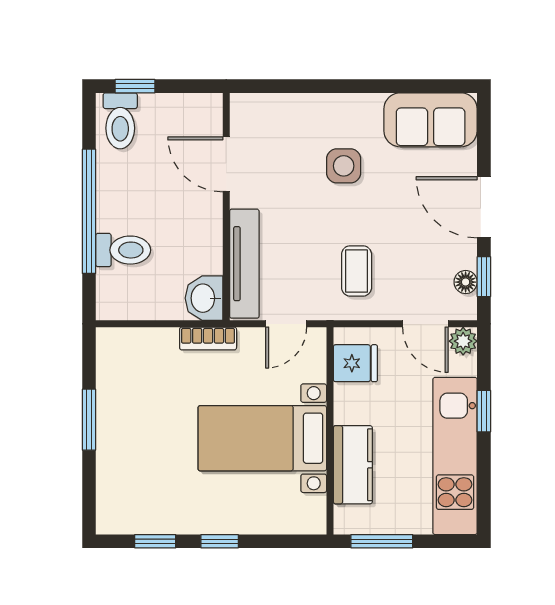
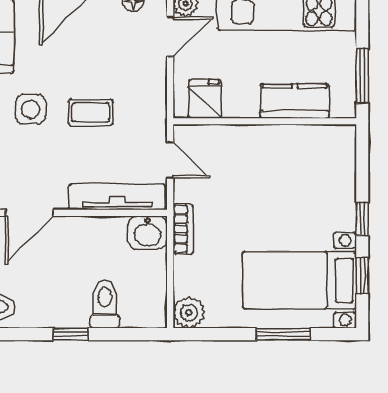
window: (89, 211) -> (71, 334), width x0.32
coffee table: (357, 271) -> (91, 112), moved
plant: (114, 345) -> (189, 312), added
window: (89, 420) -> (283, 334), moved
bed with nightstands: (262, 438) -> (300, 280), moved, turned 90

